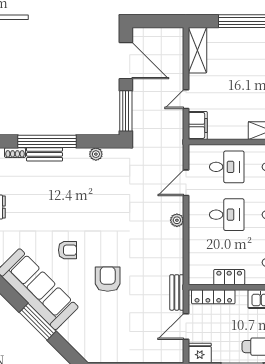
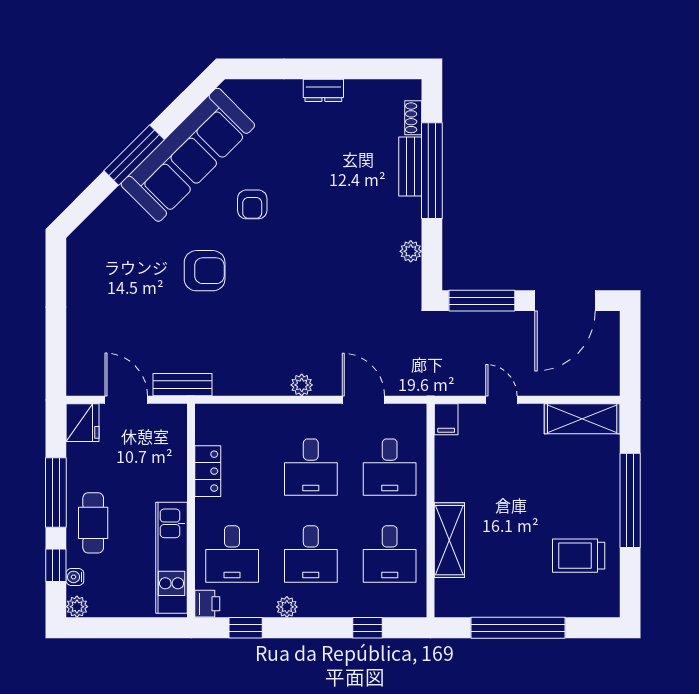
filing cabinet: (198, 125) -> (446, 419), width x0.50
locker: (213, 297) -> (175, 445), removed

